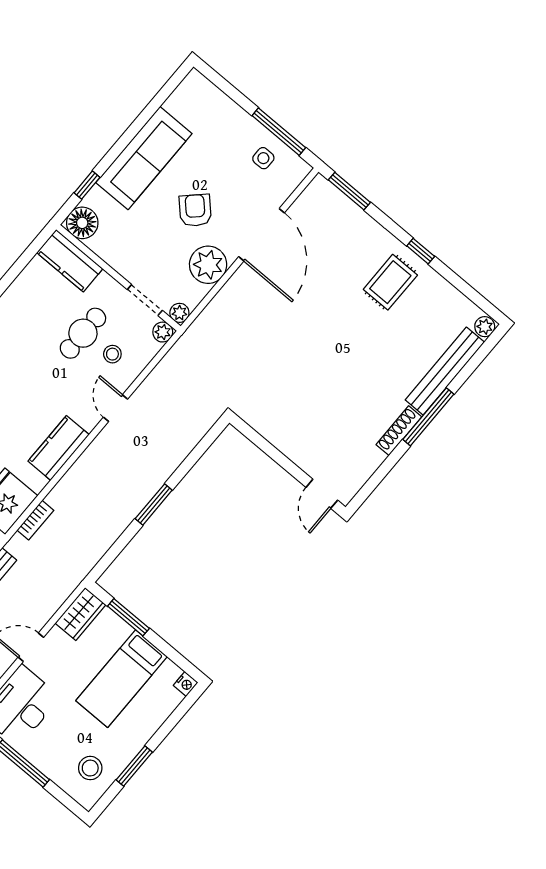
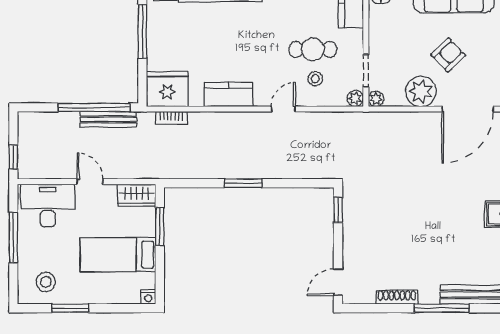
shoe rack: (399, 431) -> (397, 297), moved
window: (254, 436) -> (338, 210), added

